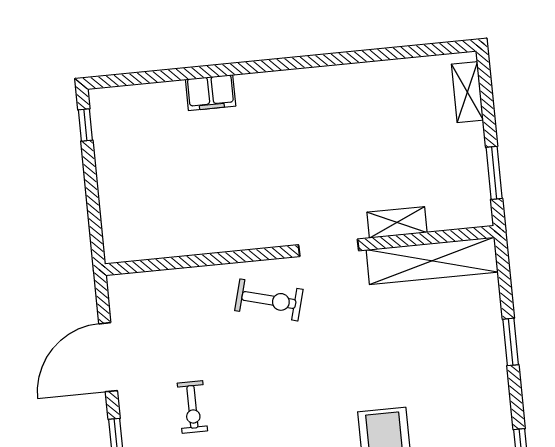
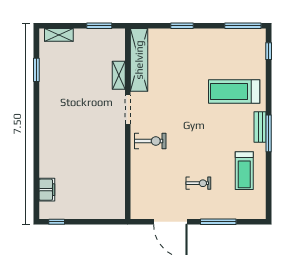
window: (391, 53) -> (36, 70), added
filing cabinet: (211, 93) -> (47, 190), moved
exercise bike: (269, 300) -> (150, 141), turned 75

